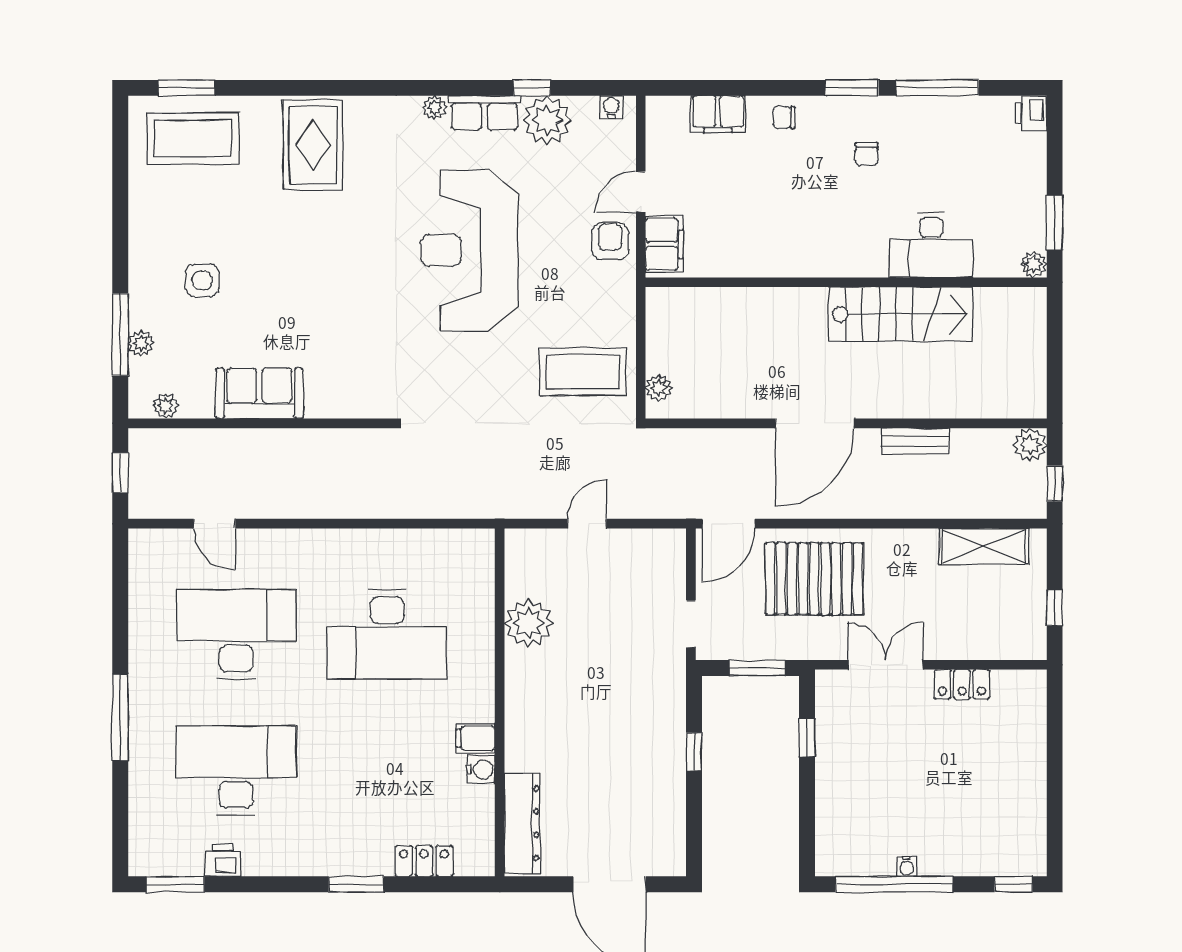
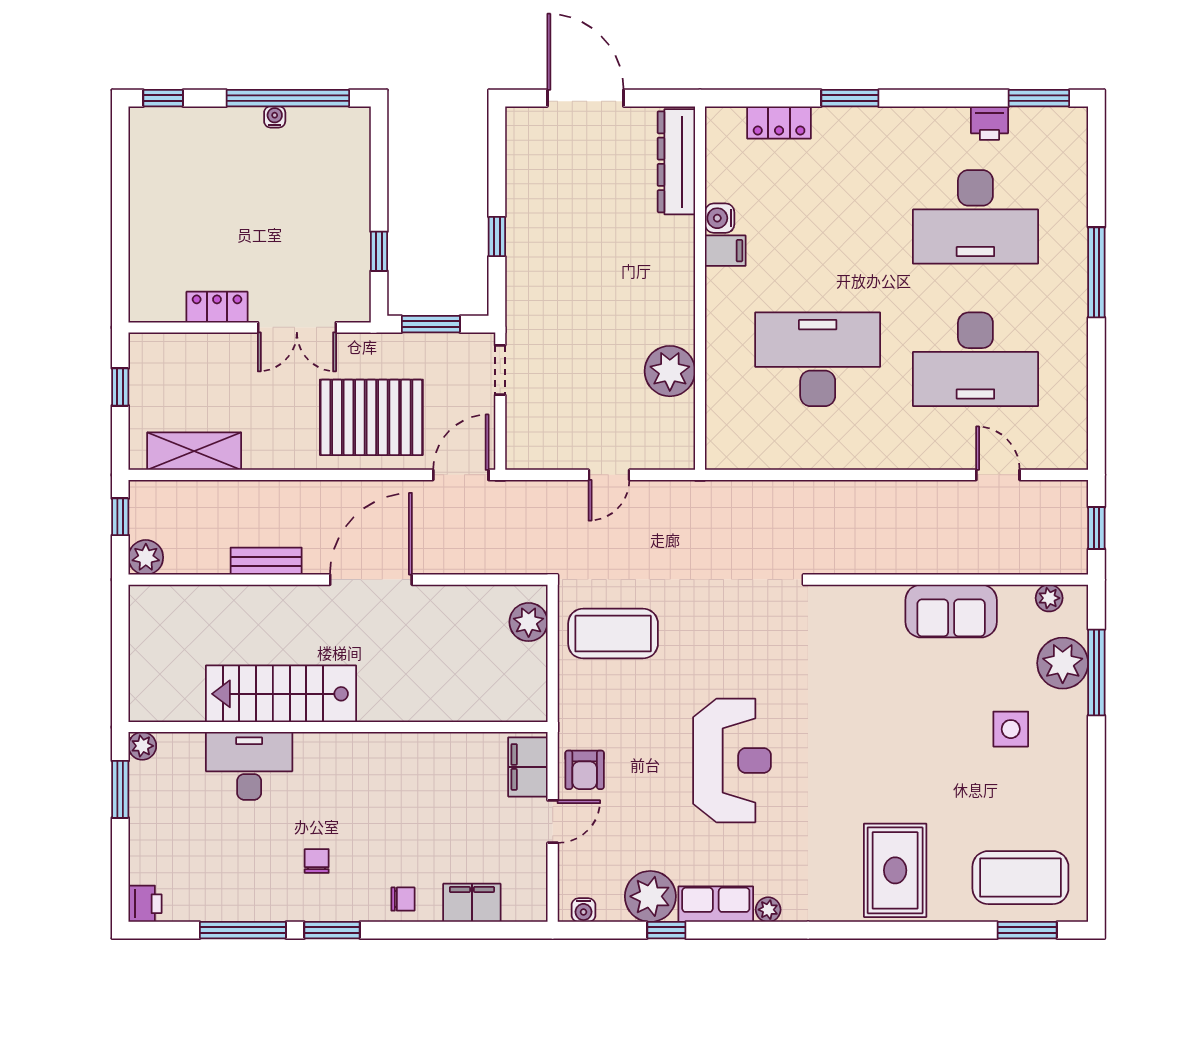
reception desk: (469, 250) -> (732, 760), width x0.74, depth x0.77
plant: (141, 343) -> (1063, 663), width x1.88, depth x1.88
plant: (659, 388) -> (529, 622), width x1.38, depth x1.38

